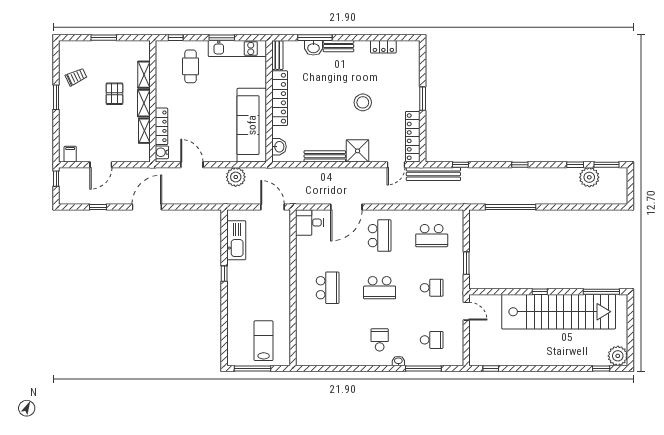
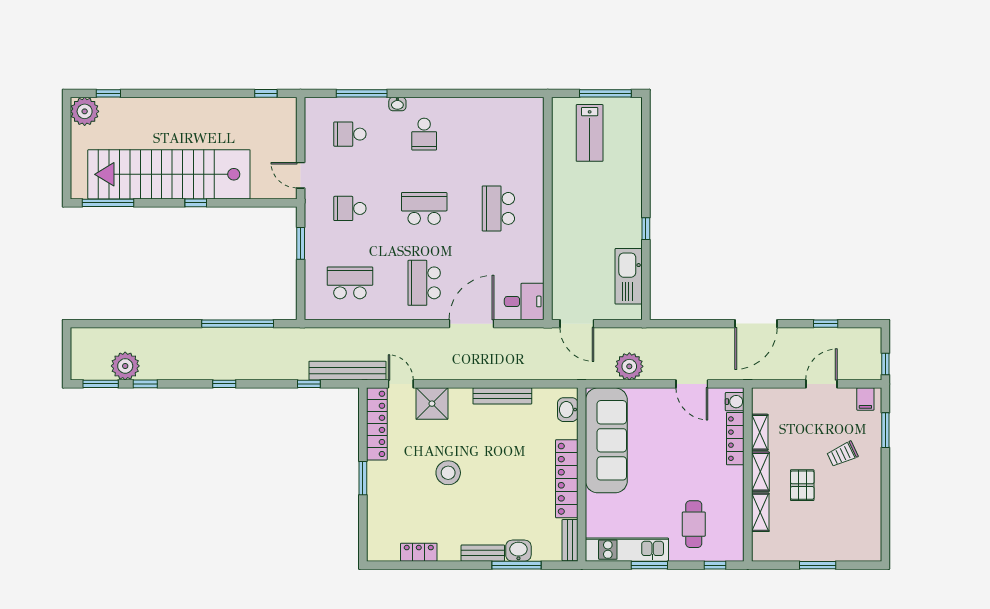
trolley: (76, 77) -> (842, 454), moved
window: (56, 97) -> (885, 430), moved
shower: (358, 151) -> (432, 404), moved
door: (396, 165) -> (401, 384), hinge flipped

